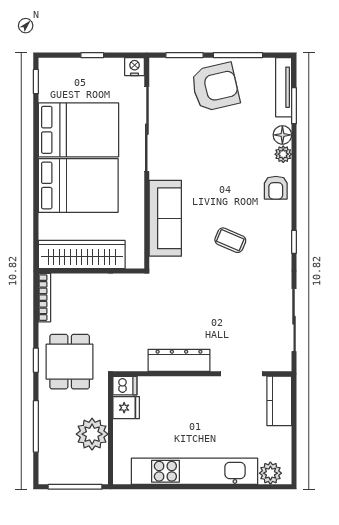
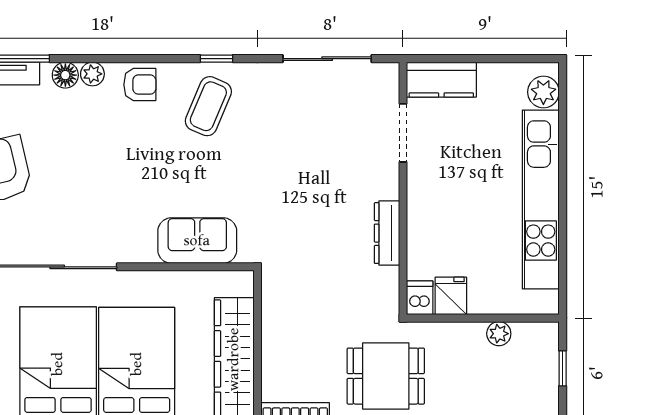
sofa: (165, 218) -> (197, 241), width x0.73
coffee table: (230, 240) -> (208, 106), moved, width x1.36, depth x1.30
dresser: (179, 360) -> (387, 233), width x0.73, depth x0.80
plant: (92, 434) -> (499, 334), width x0.53, depth x0.53
window: (75, 487) -> (563, 368), width x0.46

